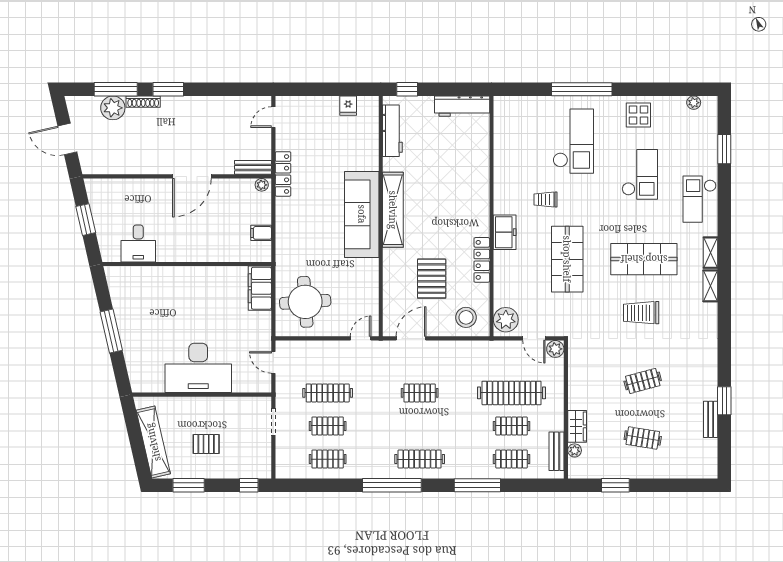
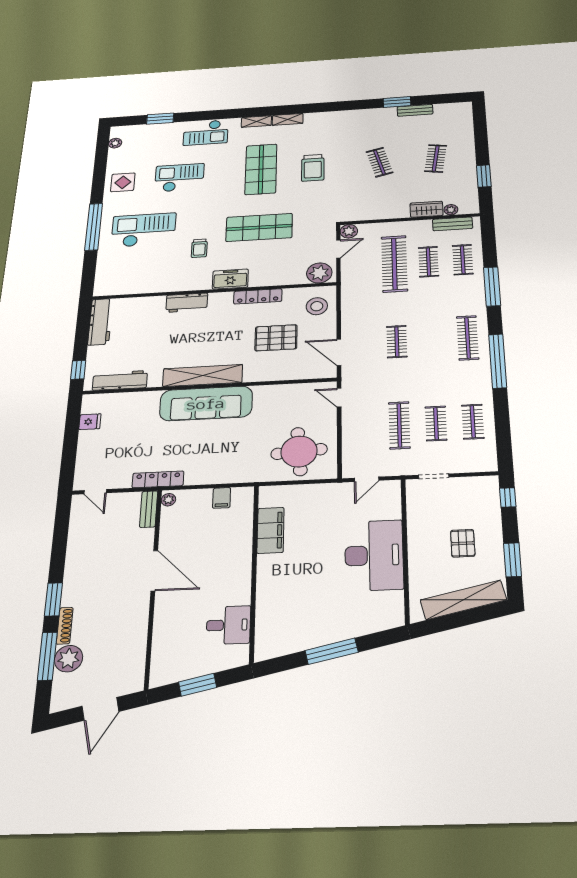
workbench: (479, 190) -> (187, 303), added
filing cabinet: (260, 288) -> (270, 530), moved, turned -90

